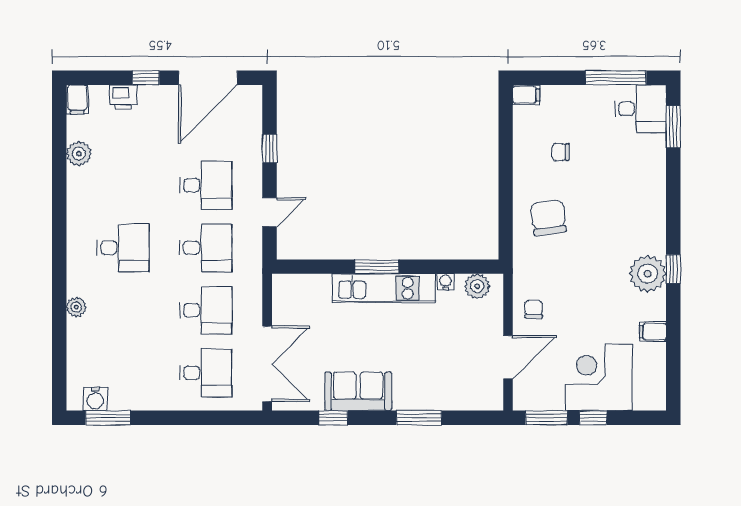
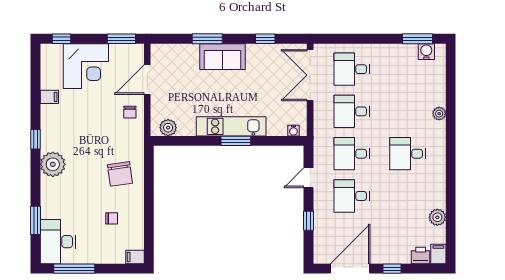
printer: (123, 97) -> (421, 256), moved
desk: (640, 109) -> (58, 242), width x1.37
window: (673, 127) -> (35, 220), moved
plant: (648, 274) -> (53, 164), moved
water cooler: (446, 282) -> (294, 131), moved
sofa: (358, 391) -> (223, 57), moved
window: (593, 418) -> (61, 39), moved

